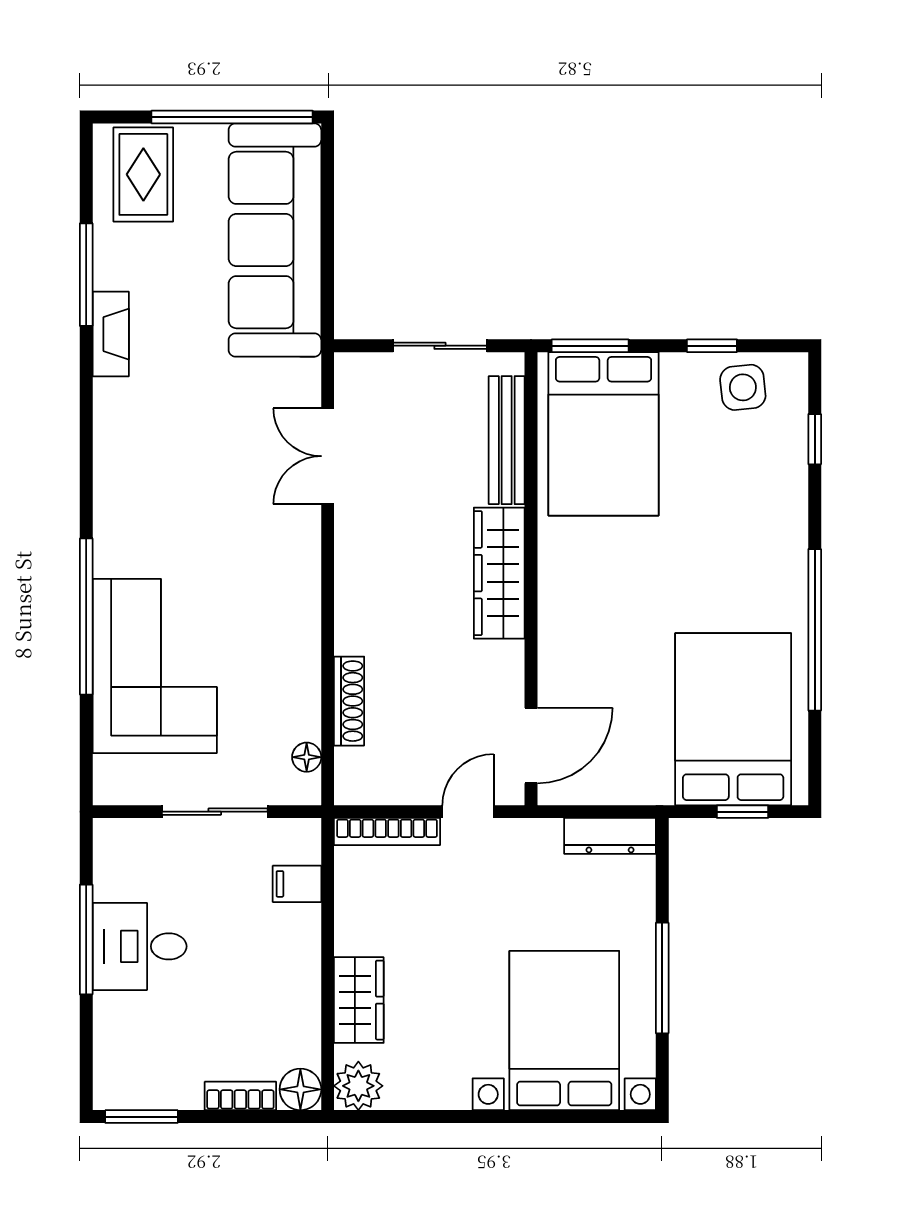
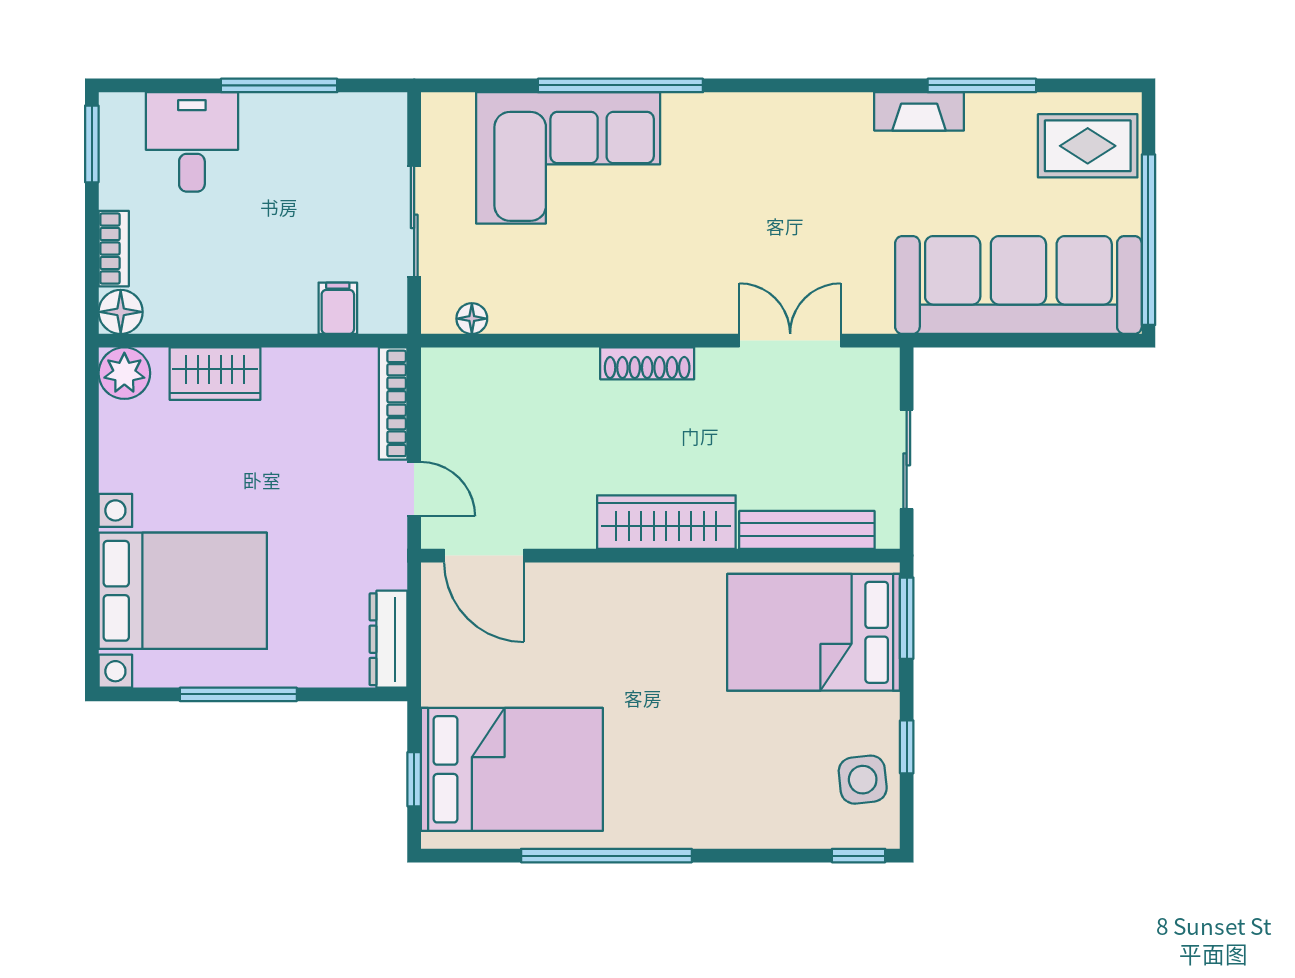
window: (815, 439) -> (859, 856), moved
shoe rack: (349, 701) -> (647, 363), moved
desk: (140, 946) -> (192, 142), moved

